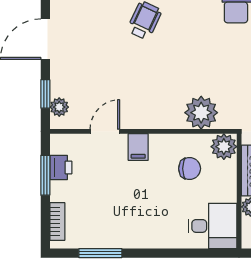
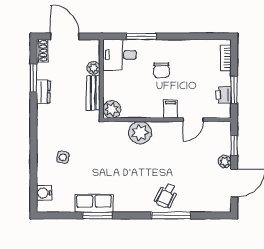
plant: (59, 107) -> (225, 162), moved
plant: (201, 113) -> (140, 133), moved
chair: (190, 169) -> (161, 70), moved, turned -90
window: (100, 253) -> (141, 36), moved

